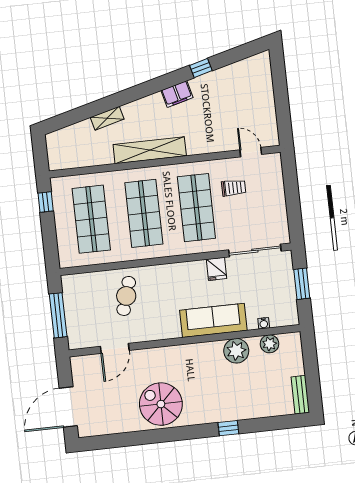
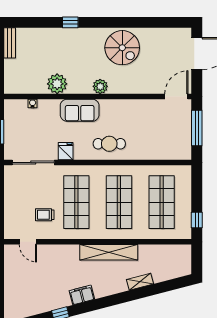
cafe table: (126, 296) -> (109, 144), moved, turned 73
sofa: (213, 320) -> (80, 110), width x0.73
plant: (269, 344) -> (100, 86), moved
door: (115, 348) -> (176, 96), moved

